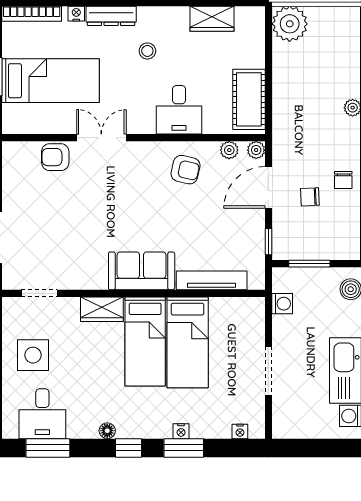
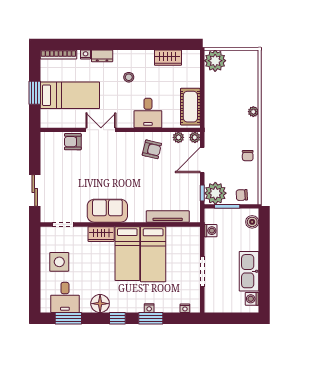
dresser: (111, 16) -> (102, 56), width x0.70
chair: (310, 197) -> (242, 195), moved
plant: (290, 242) -> (215, 193), added
sofa: (142, 271) -> (107, 211), moved
floor lamp: (107, 431) -> (100, 304), width x1.89, depth x1.89

